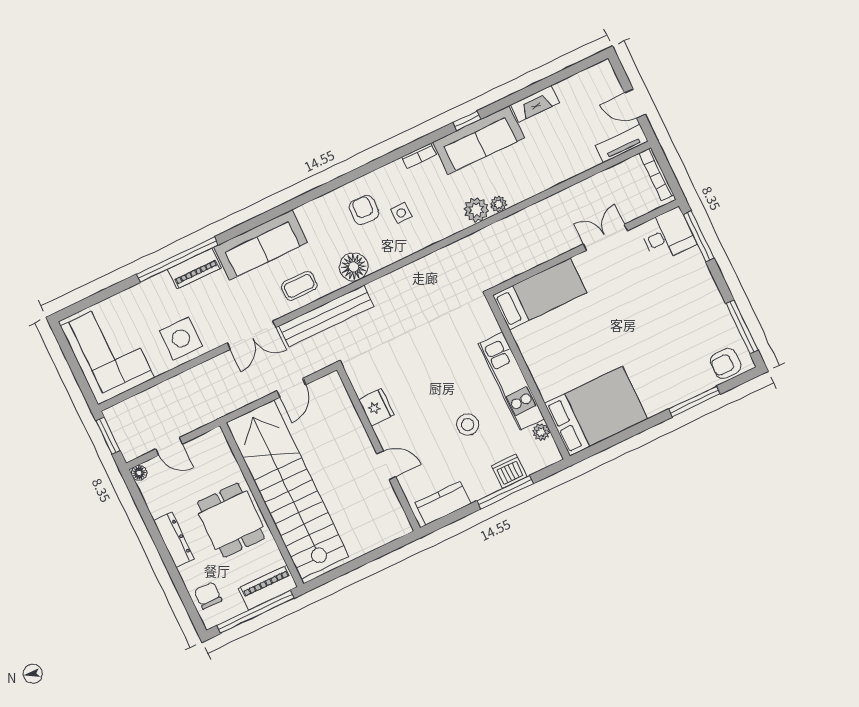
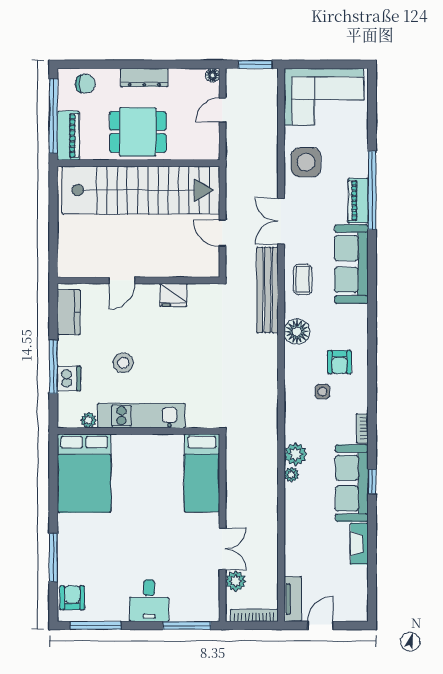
plant: (631, 209) -> (236, 581), added
armchair: (364, 210) -> (339, 362), turned 89
desk: (667, 235) -> (149, 601), moved

